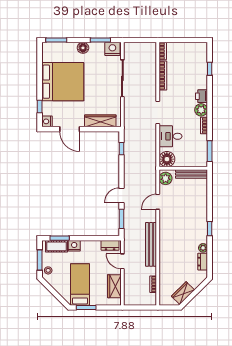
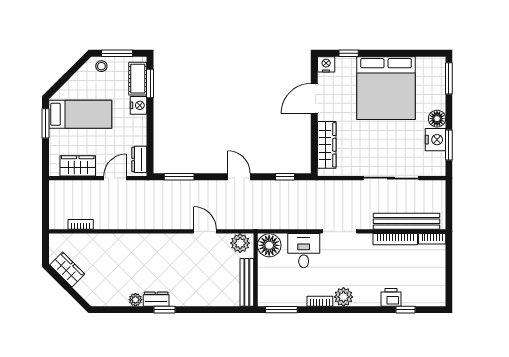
nightstand: (112, 49) -> (435, 140), moved
printer: (201, 96) -> (391, 297), moved
door: (121, 195) -> (239, 177), moved
bench: (151, 244) -> (407, 221), moved
dresser: (203, 262) -> (156, 299), moved

